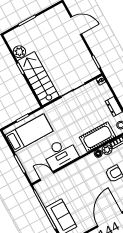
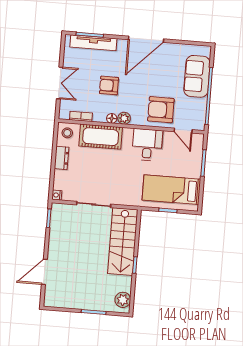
door: (76, 25) -> (44, 272), hinge flipped
plant: (19, 52) -> (123, 300), moved
plant: (107, 150) -> (124, 118), moved
desk: (60, 154) -> (147, 145), width x0.73
armchair: (70, 180) -> (161, 110), added

